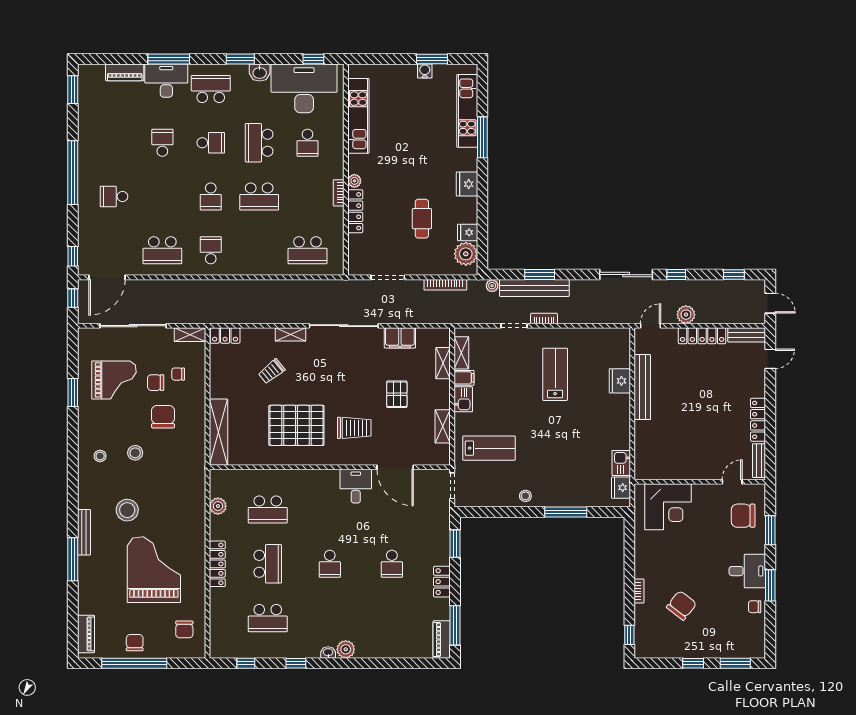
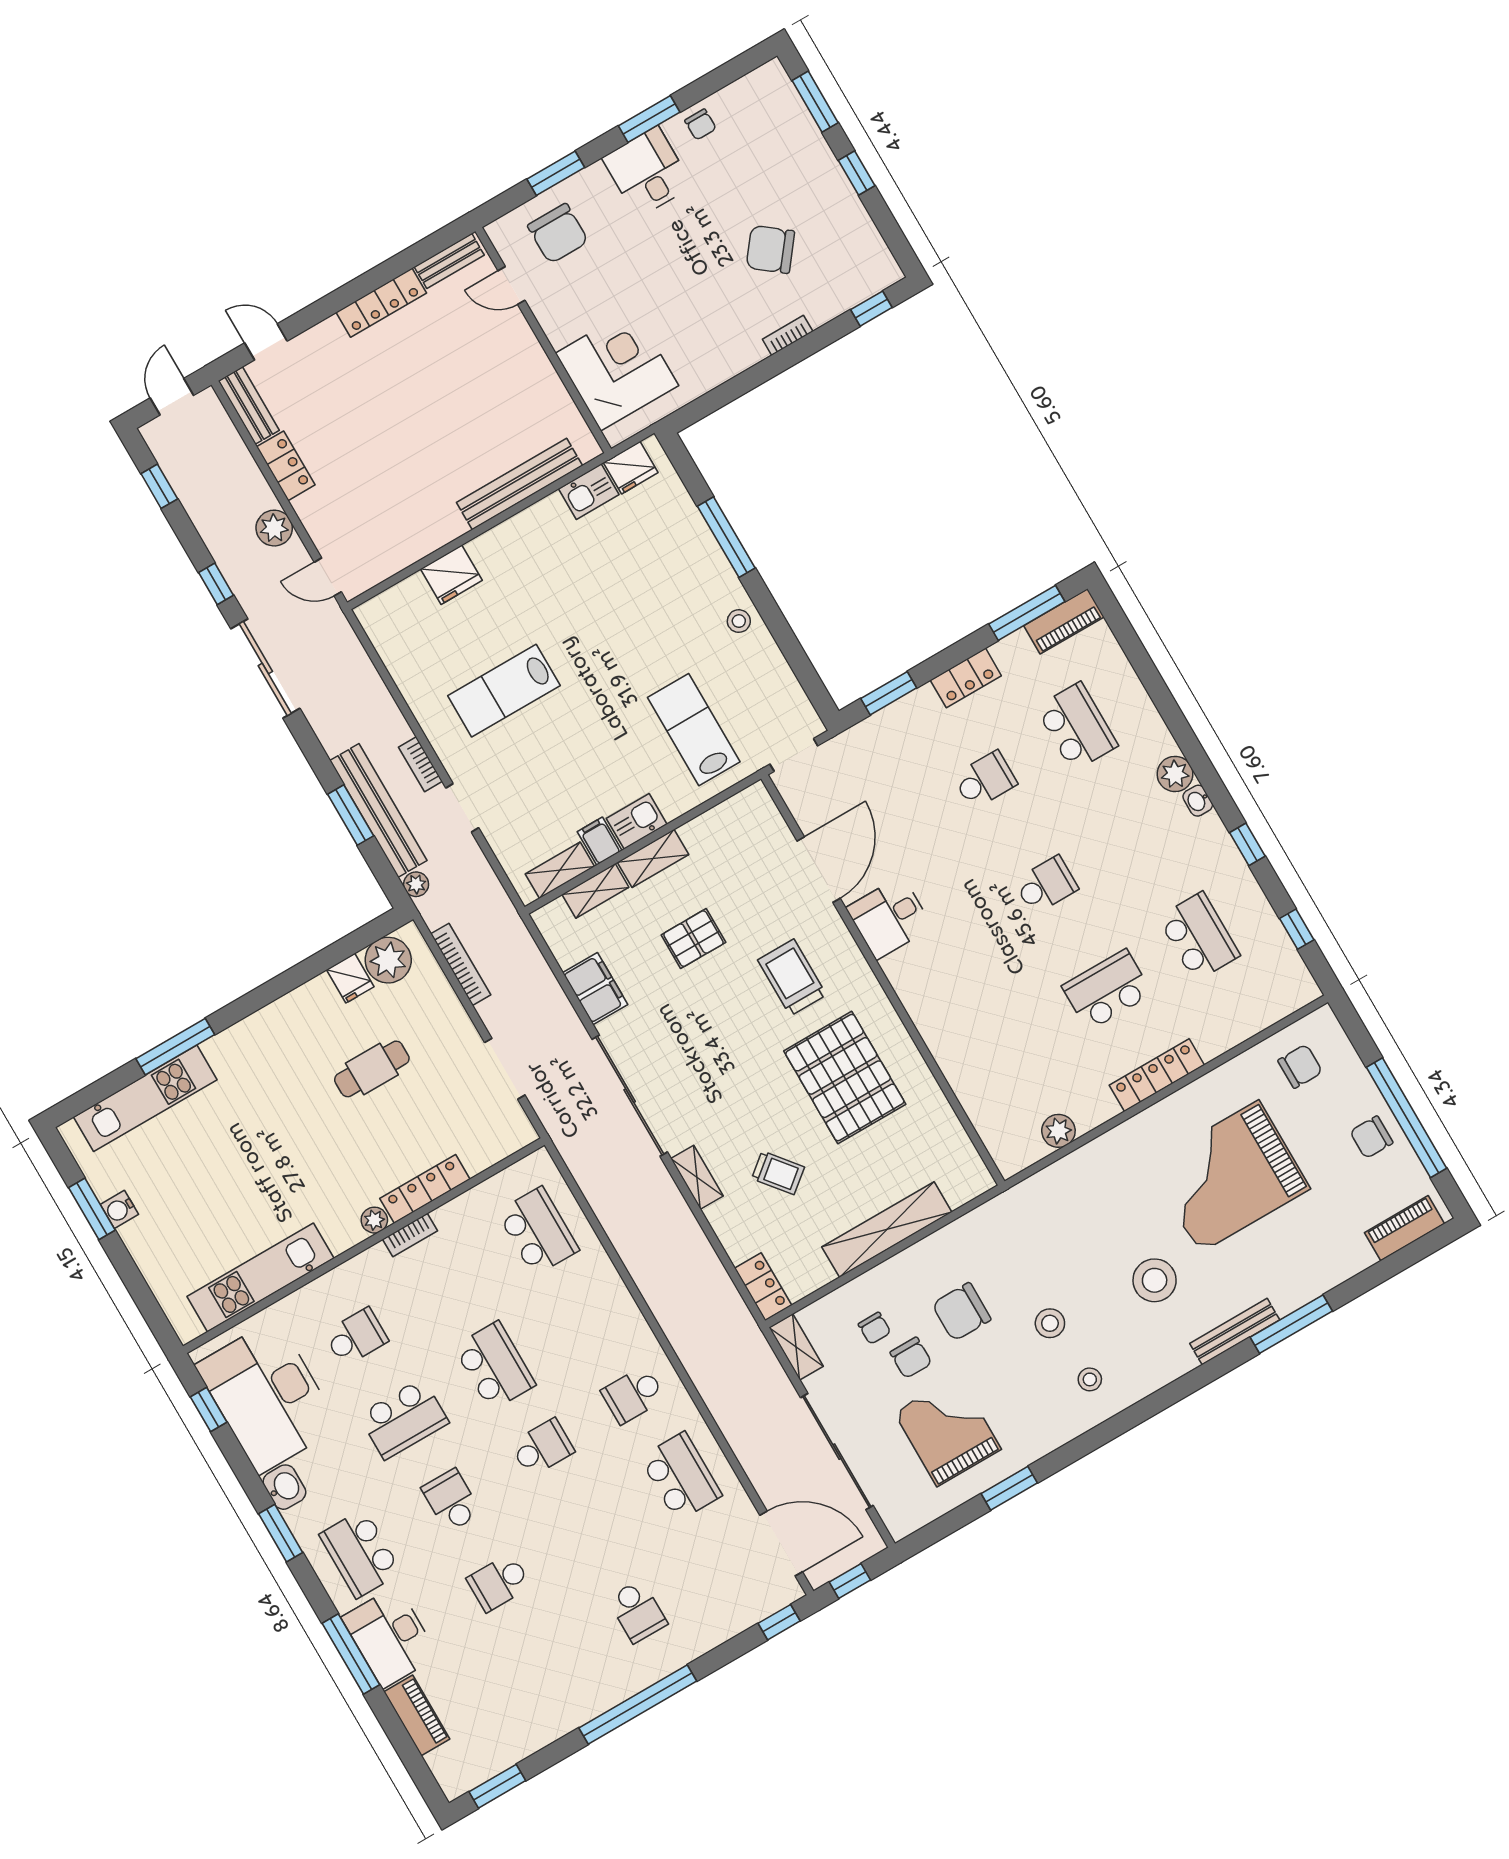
fridge: (467, 184) -> (269, 1027), removed
locker: (702, 336) -> (286, 466), width x0.66
bench: (642, 387) -> (520, 484), moved
shelving: (443, 426) -> (653, 858), moved
shelving: (219, 432) -> (887, 1230), moved
school desk: (268, 510) -> (1077, 727), moved

